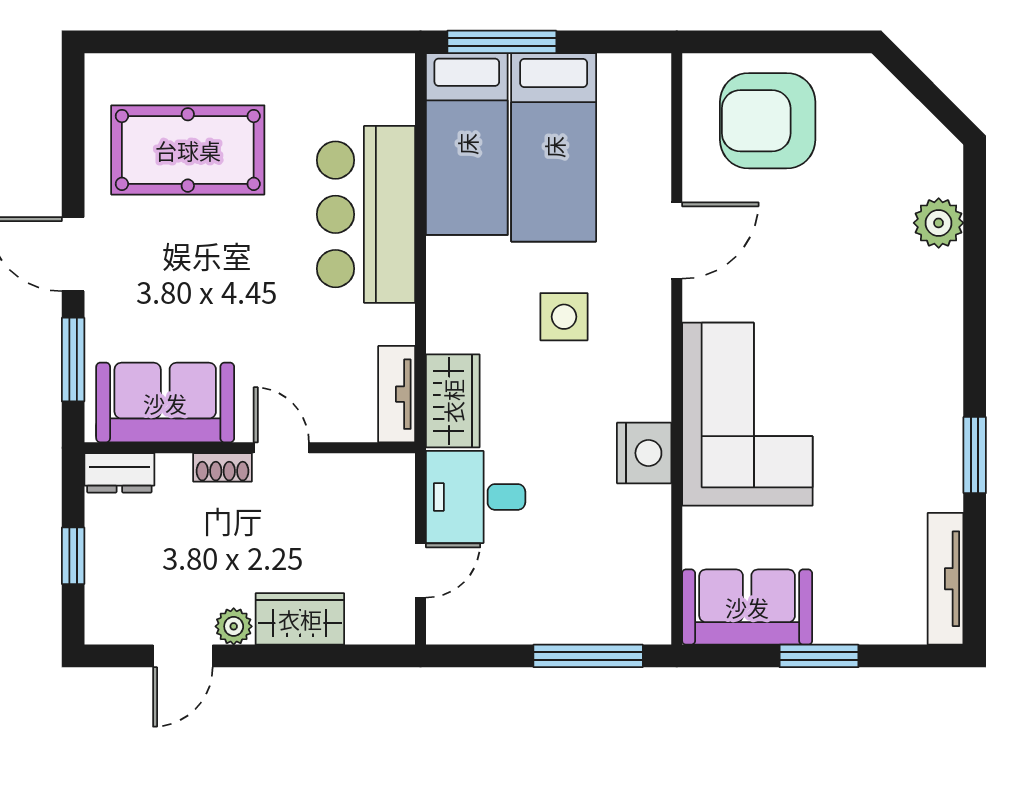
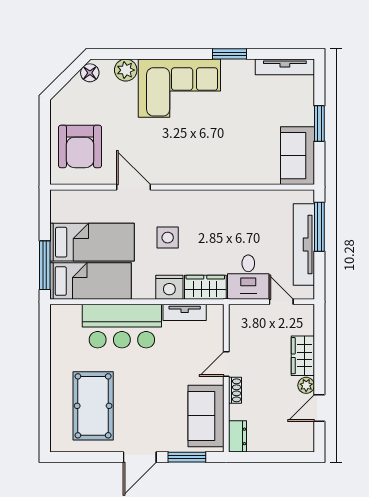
floor lamp: (932, 143) -> (90, 73), added
tv unit: (397, 394) -> (185, 312), moved
corner sofa: (747, 414) -> (179, 88), moved, turned 180
nightstand: (644, 453) -> (169, 287), moved, turned 180
window: (73, 556) -> (275, 457), removed
tv unit: (548, 621) -> (304, 244), added
door: (183, 656) -> (319, 408), swing flipped

